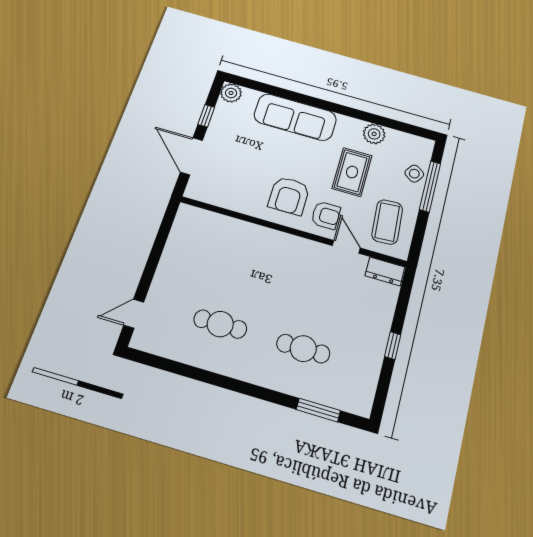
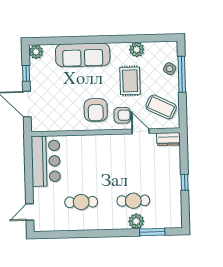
coffee table: (387, 222) -> (161, 107), turned -60
bar counter: (188, 244) -> (46, 161), added
plant: (298, 383) -> (136, 221), added

